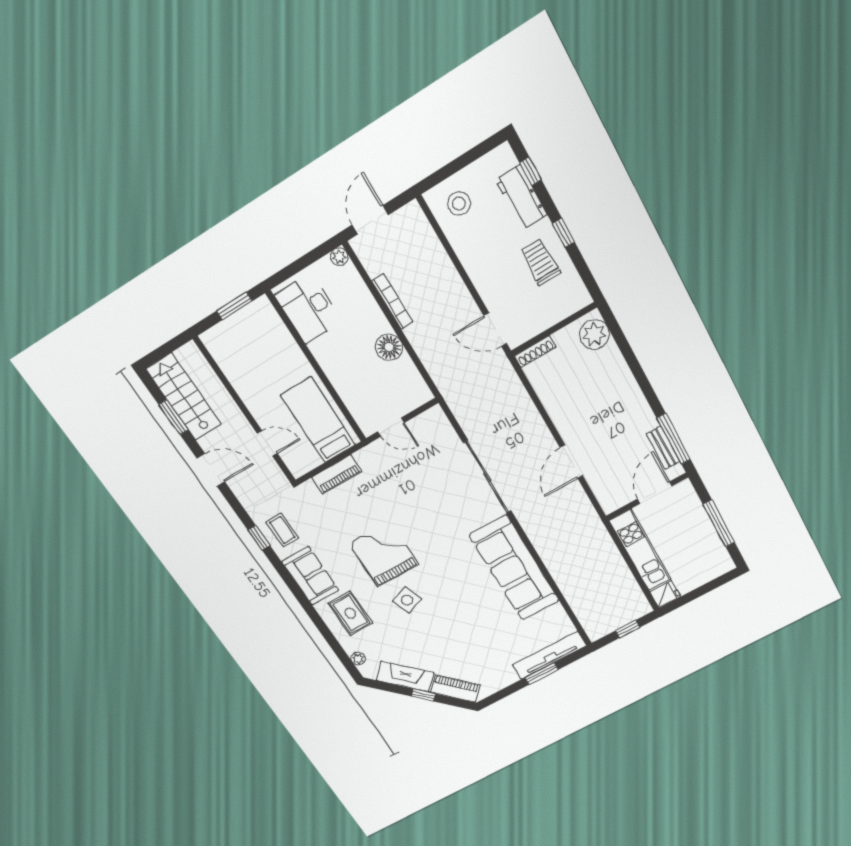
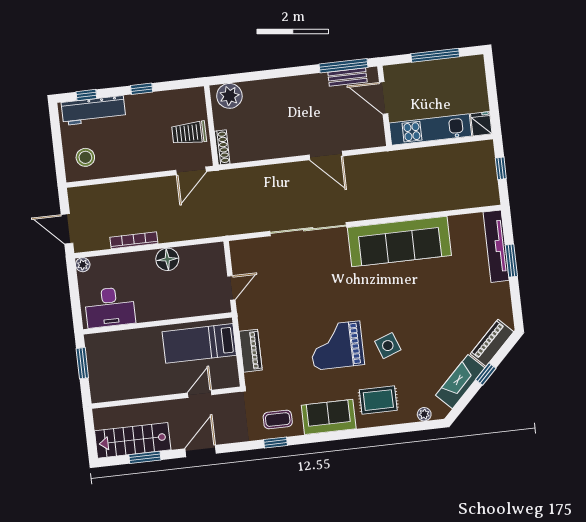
workbench: (521, 197) -> (93, 110), width x1.38
trolley: (540, 262) -> (189, 133), moved

